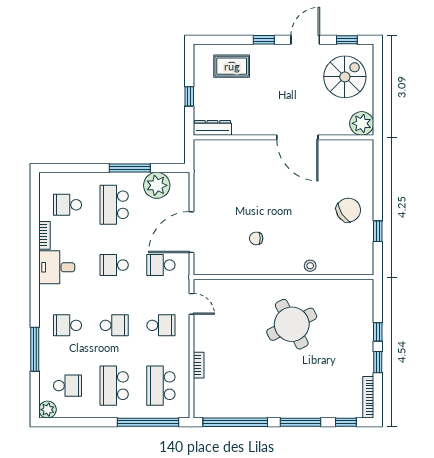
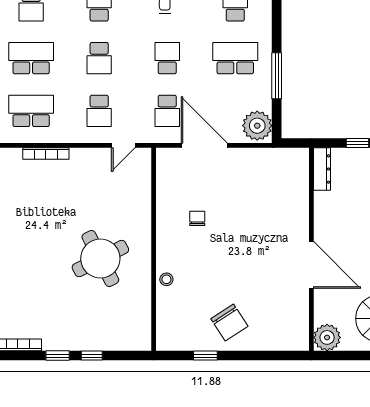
door: (297, 137) -> (311, 265), swing flipped
plant: (157, 185) -> (257, 126), moved
school desk: (161, 265) -> (167, 111), turned 180
bookcase: (199, 365) -> (46, 153), width x1.56

